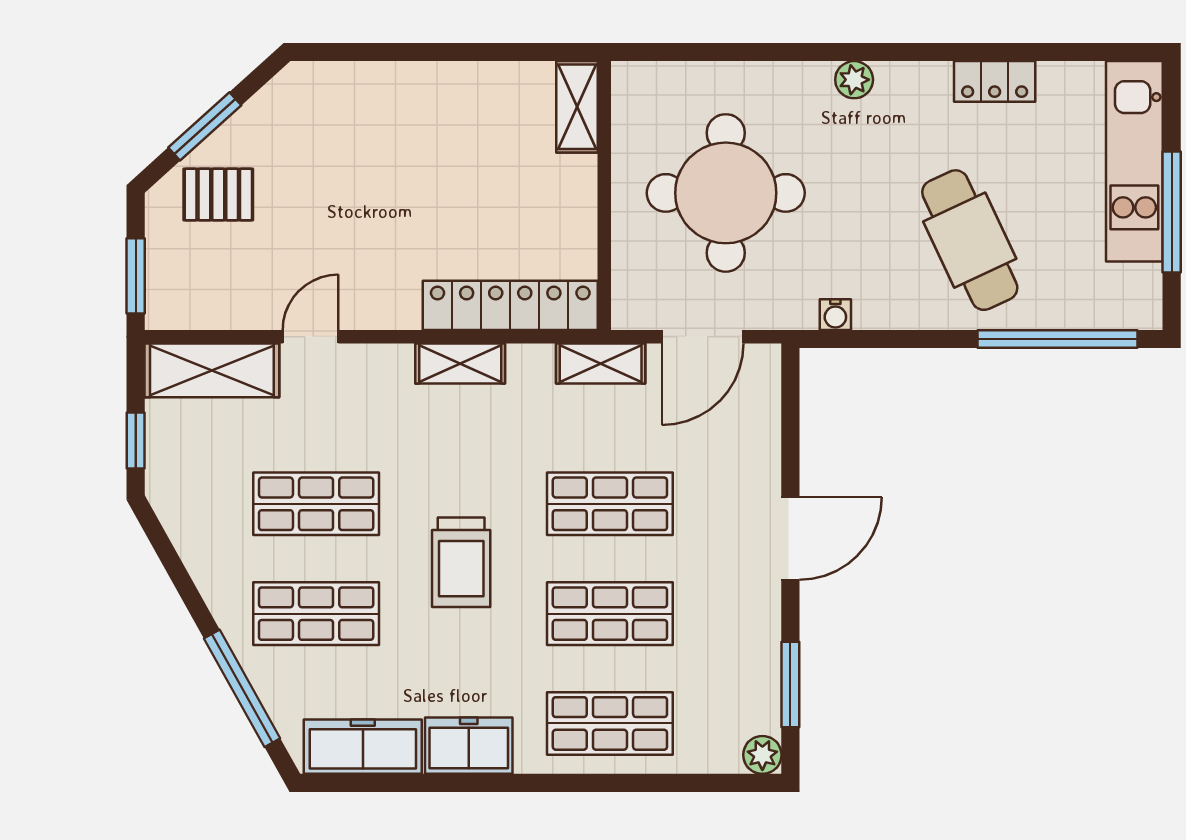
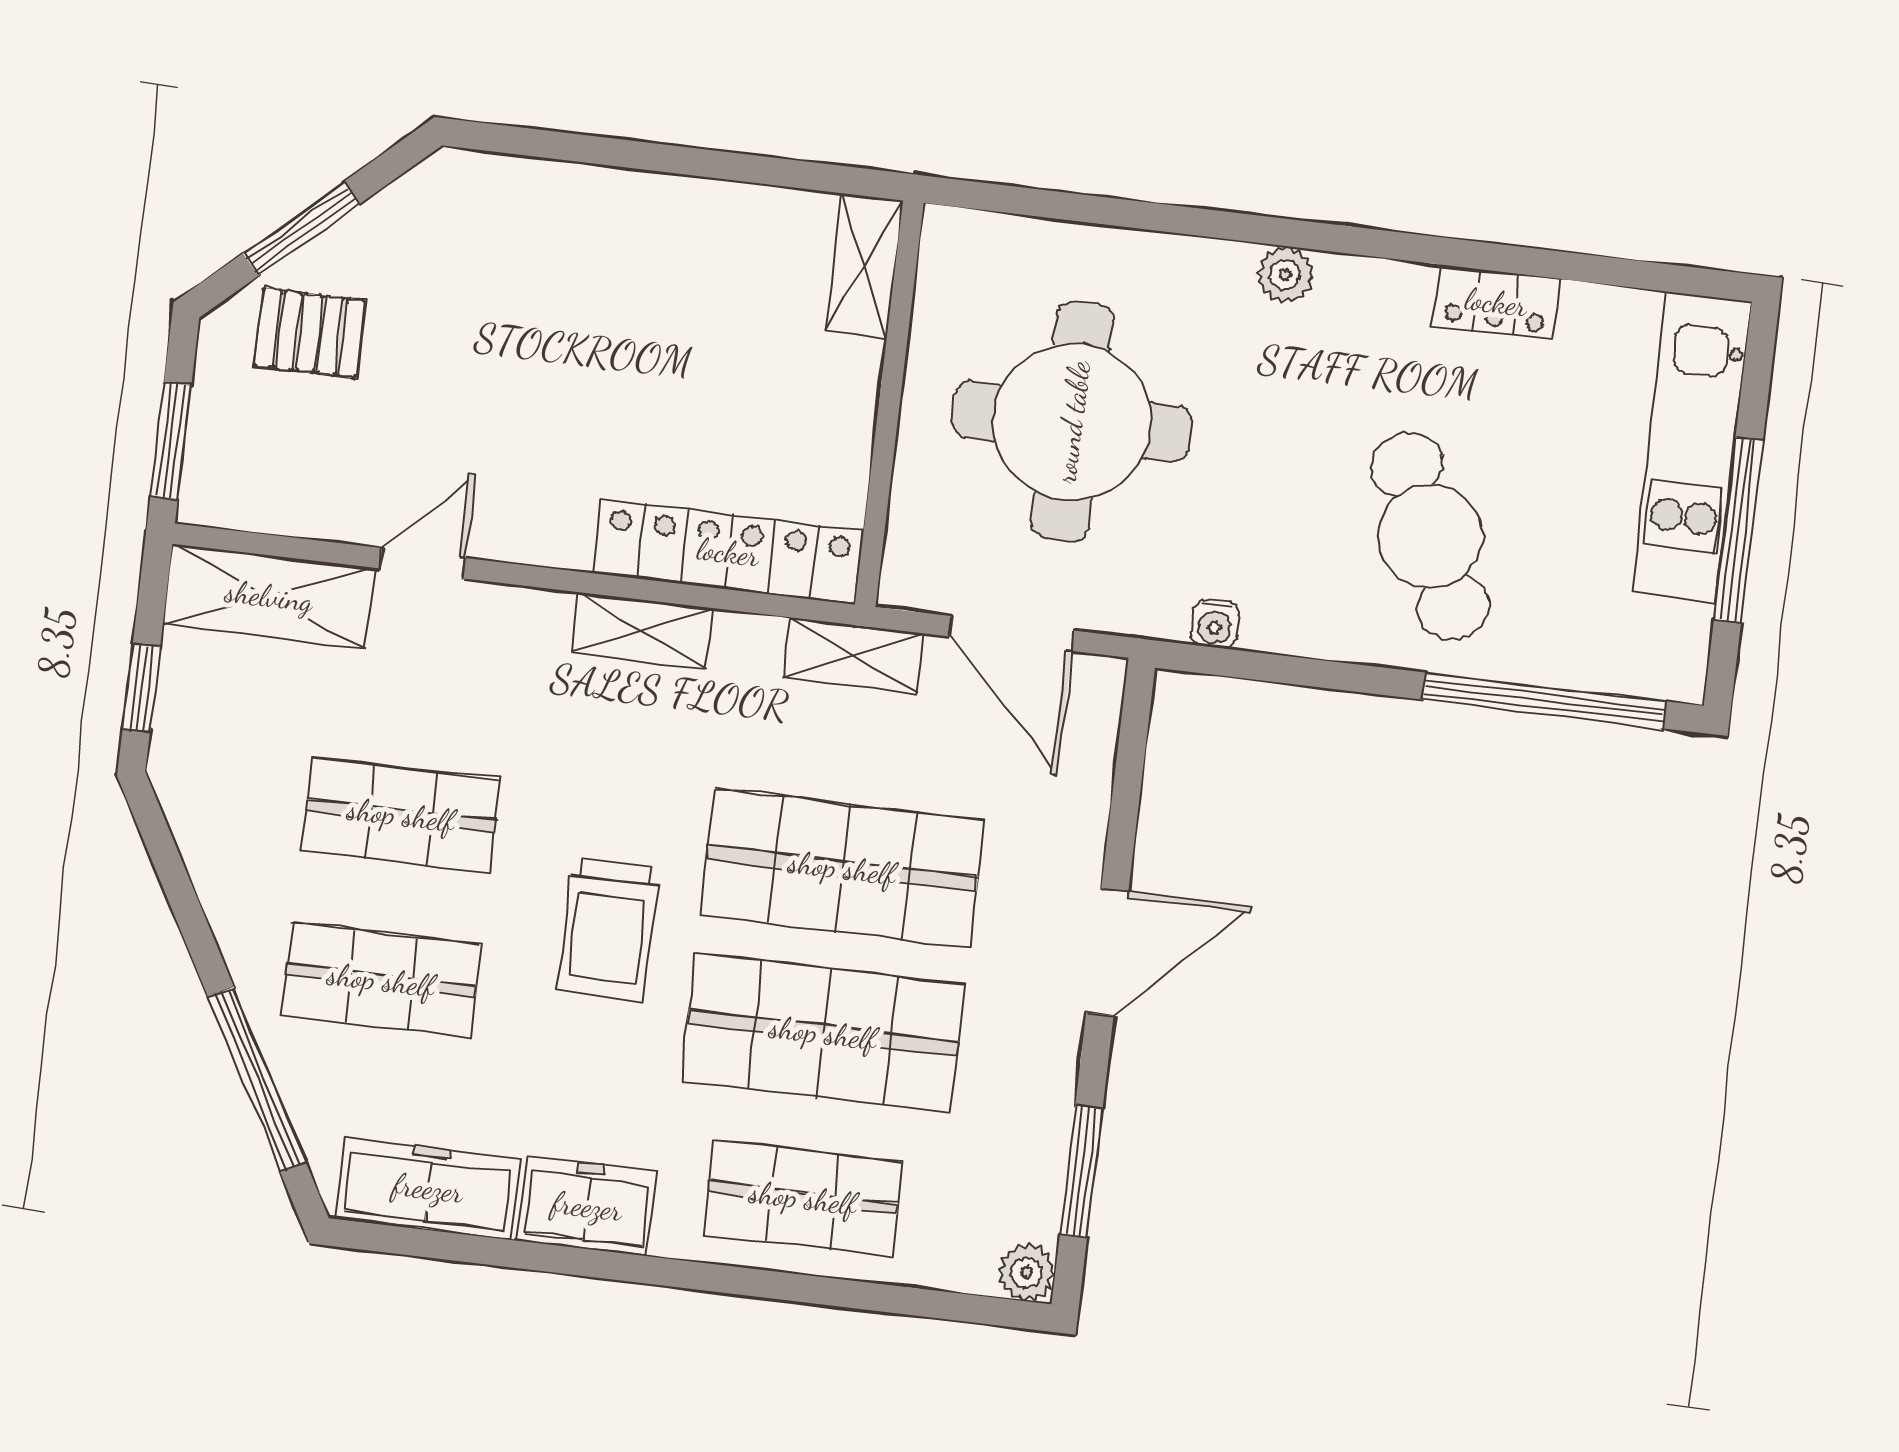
door: (703, 337) -> (1012, 634), hinge flipped
shop shelf: (610, 504) -> (842, 868), width x1.43, depth x1.36
shop shelf: (610, 614) -> (823, 1033), width x1.43, depth x1.36

